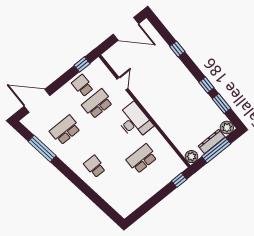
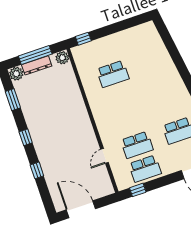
window: (206, 85) -> (26, 137), moved
school desk: (83, 86) -> (145, 169), width x1.85
desk: (134, 121) -> (107, 114), removed
school desk: (95, 167) -> (163, 83), removed

